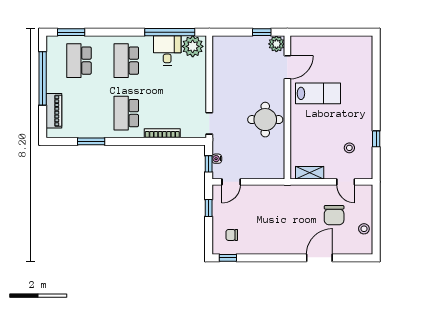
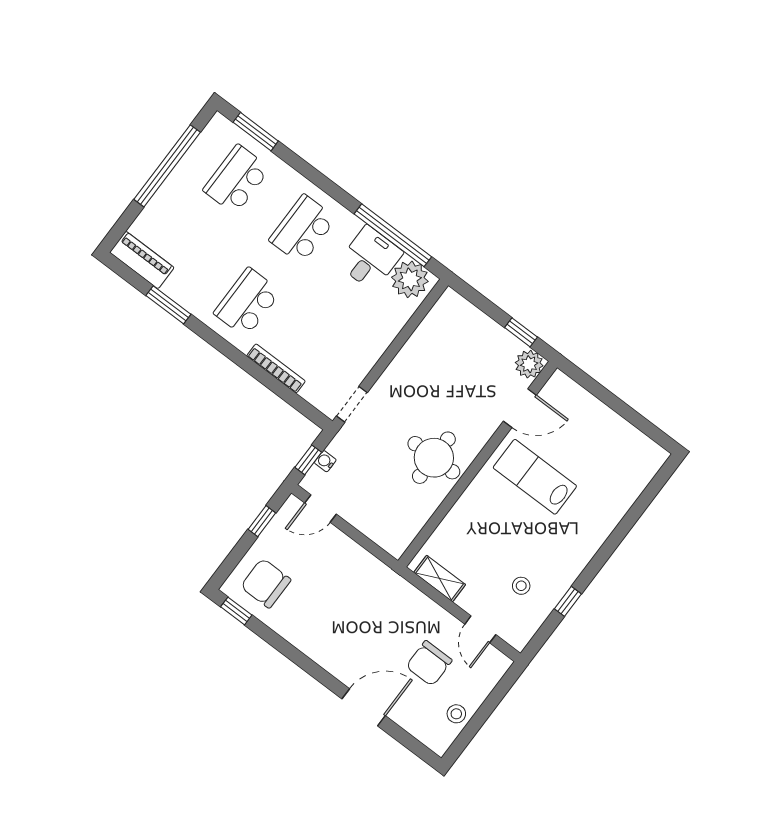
lab bench: (318, 93) -> (535, 477), turned 180
piano: (54, 111) -> (142, 260), moved, turned -90
chair: (232, 235) -> (266, 583), width x1.87, depth x1.87

